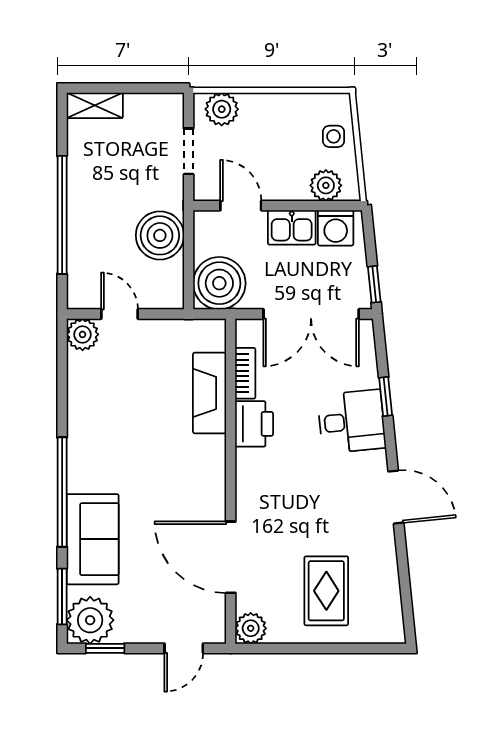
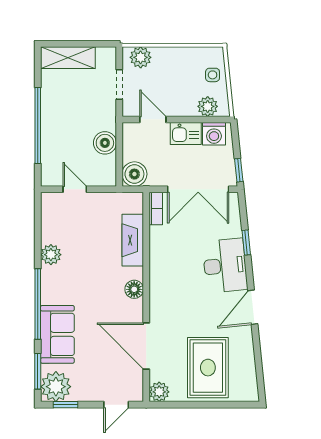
shelving: (95, 105) -> (68, 58), width x1.50, depth x1.33
boiler: (160, 235) -> (105, 143), width x0.73, depth x0.73
boiler: (219, 283) -> (134, 174), width x0.73, depth x0.73
plant: (83, 334) -> (51, 255), moved
bookcase: (245, 373) -> (156, 209), moved
desk: (352, 421) -> (225, 266), width x1.37
printer: (254, 424) -> (161, 260), removed
floor lamp: (212, 469) -> (134, 289), added
door: (396, 497) -> (253, 307), swing flipped
rug: (326, 591) -> (208, 368), width x1.36, depth x1.43

